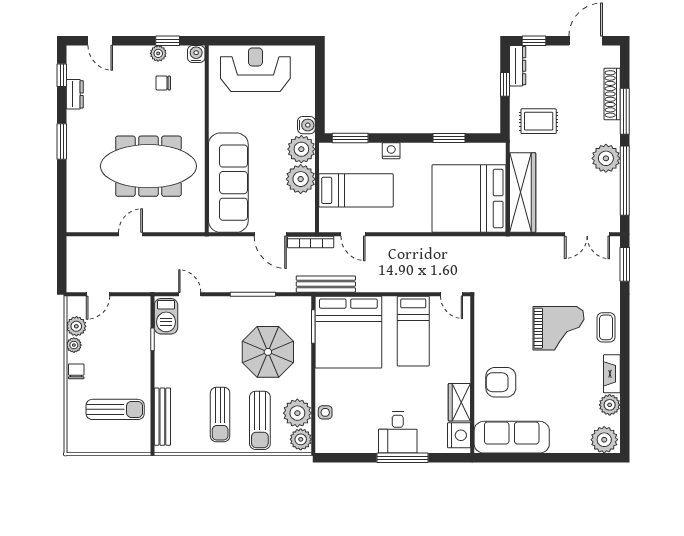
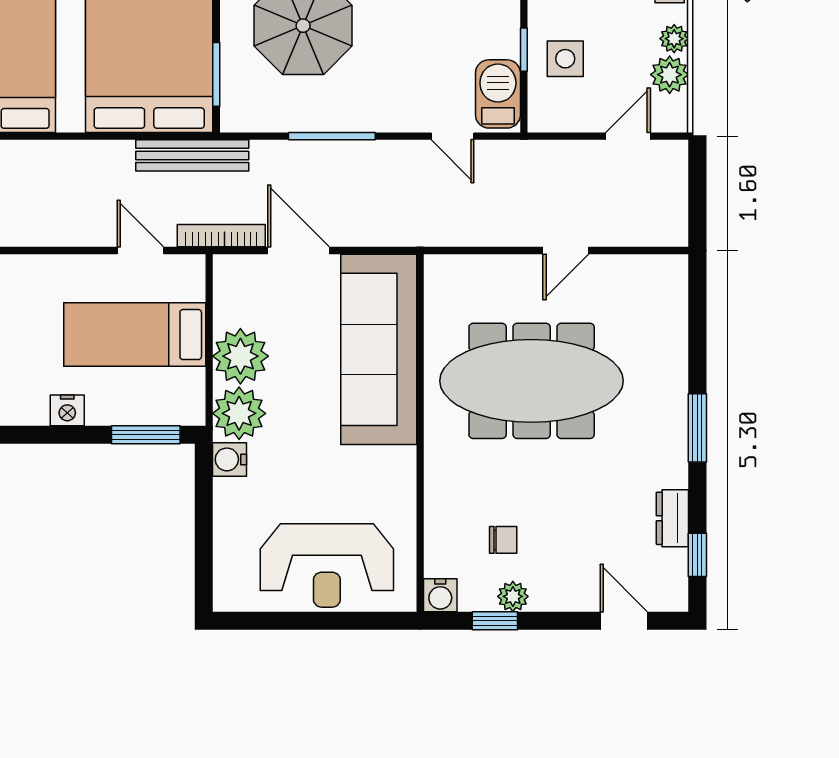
side table: (131, 335) -> (565, 59), added

